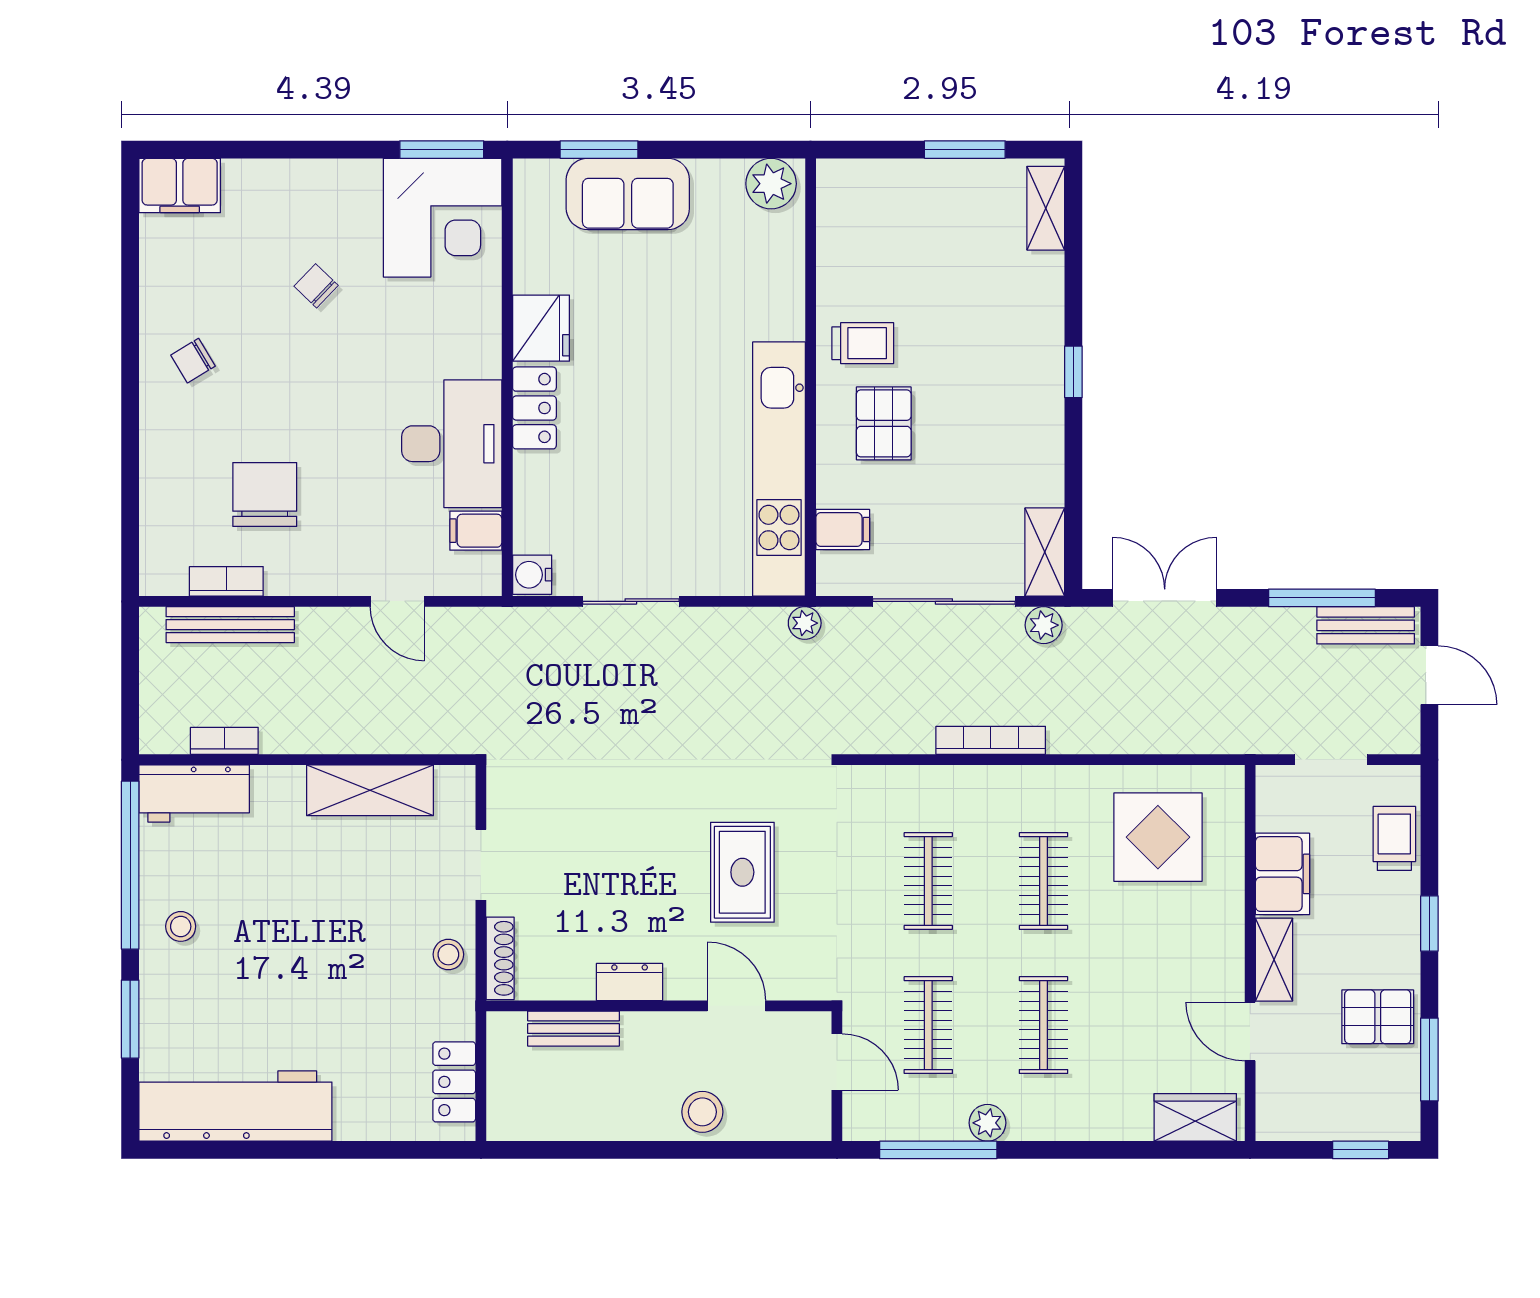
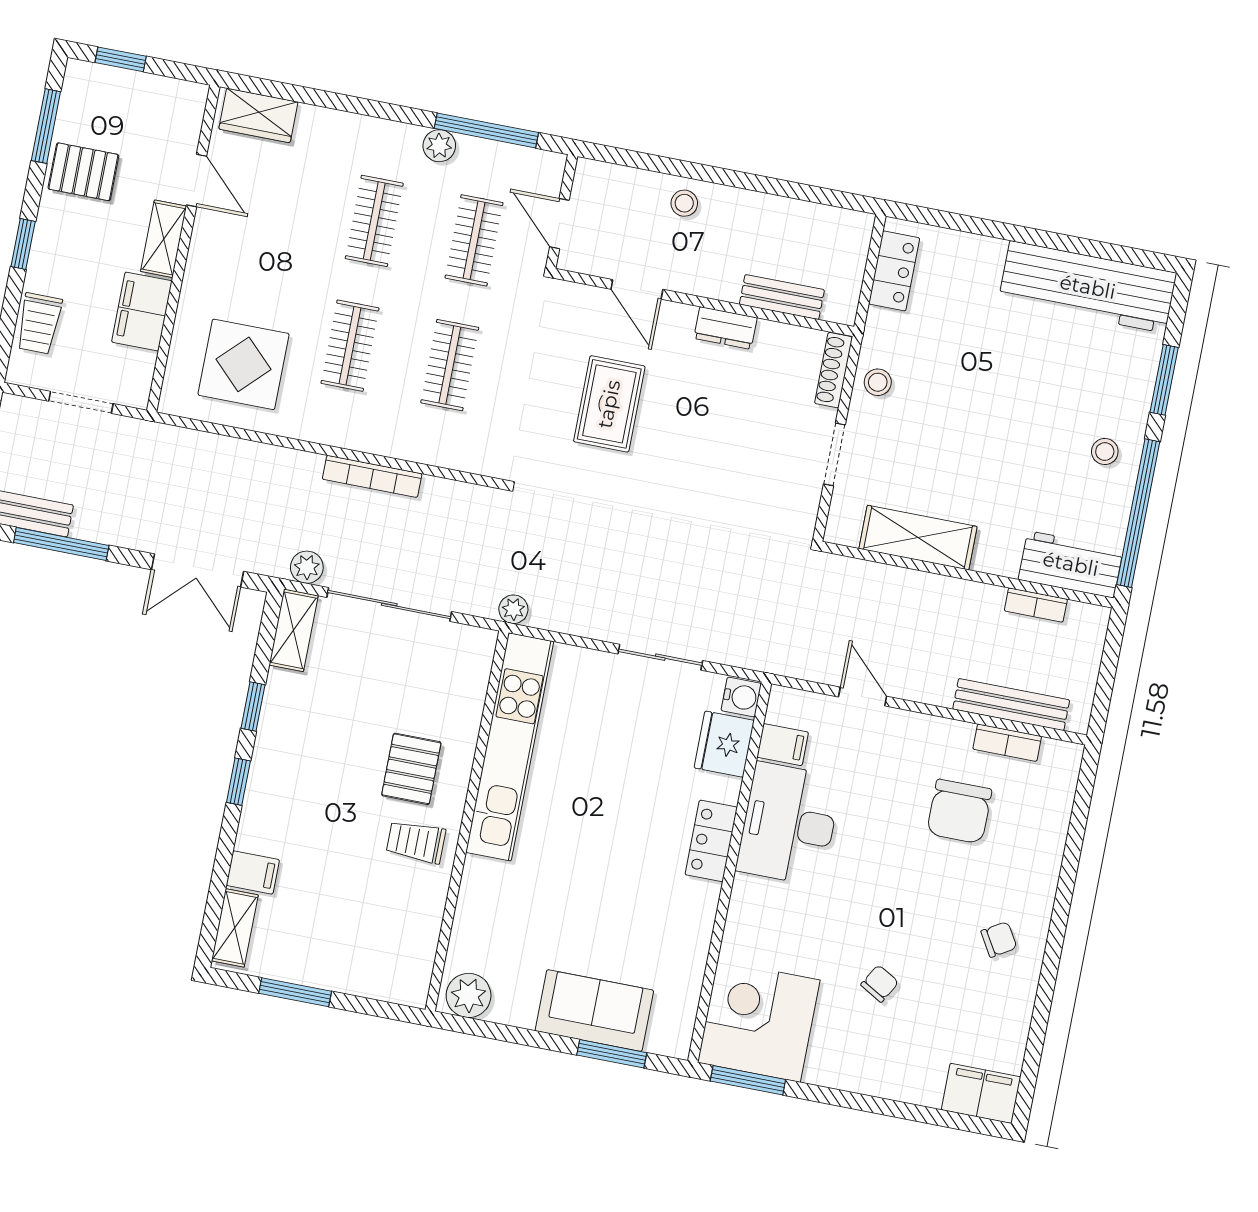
chair: (316, 286) -> (880, 984), turned -104
fridge: (541, 328) -> (724, 744), moved
window: (1073, 459) -> (253, 706), added
filing cabinet: (843, 529) -> (253, 873), moved, turned 180
stool: (702, 1112) -> (684, 203), width x0.73, depth x0.73

